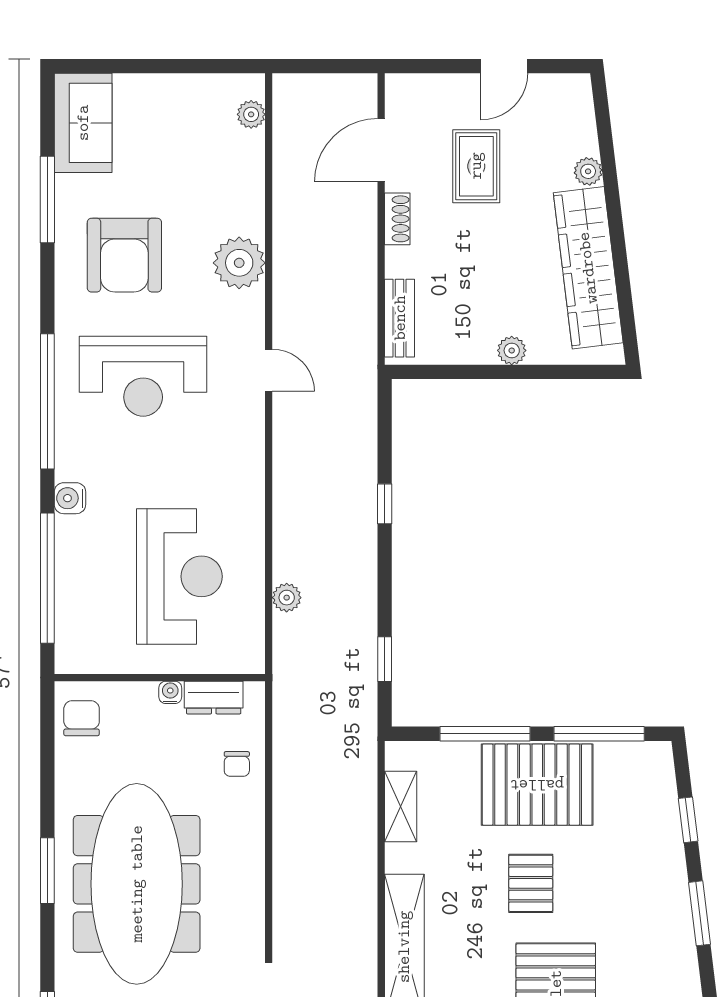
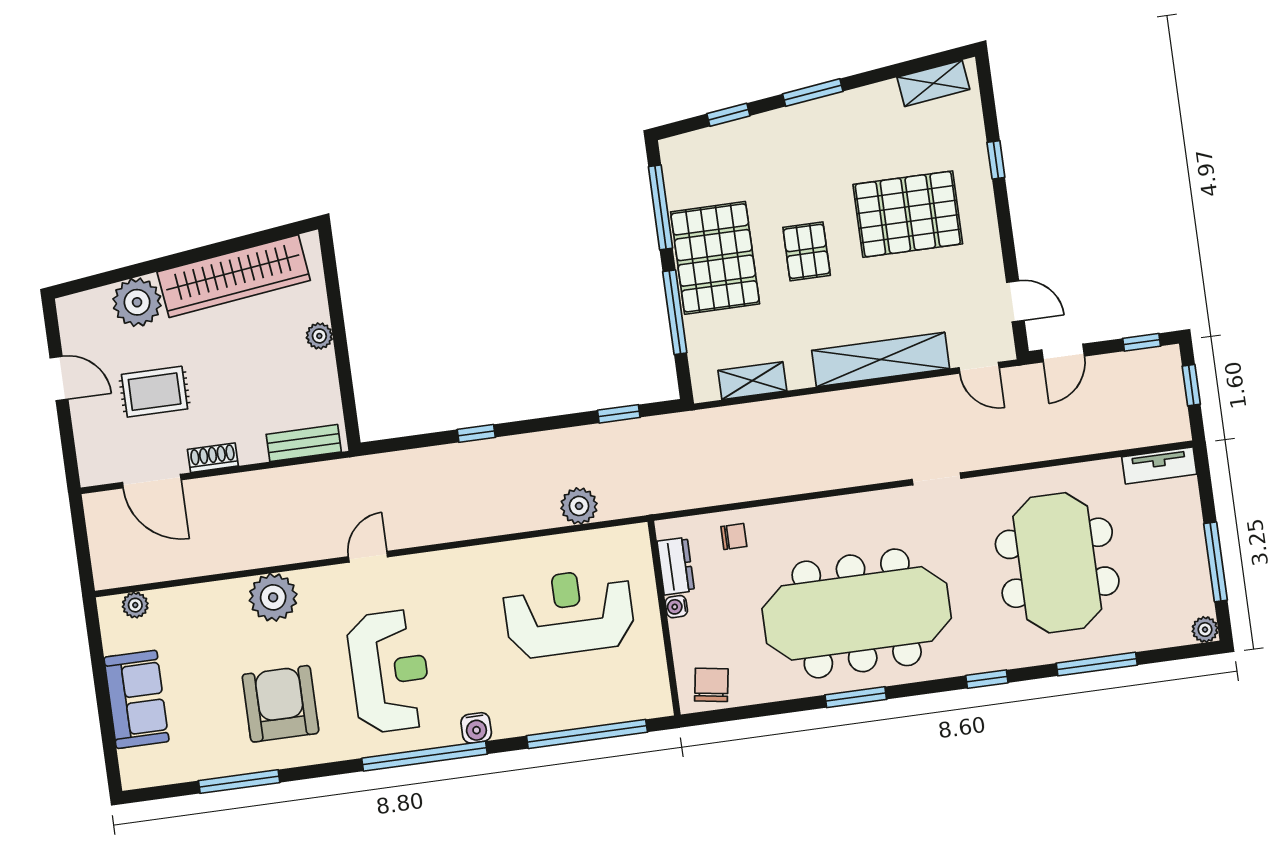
sofa: (83, 123) -> (137, 699), moved, turned 90
plant: (588, 171) -> (137, 302), width x1.88, depth x1.88
armchair: (124, 255) -> (280, 704), turned -90
water cooler: (70, 498) -> (476, 728), moved
plant: (287, 598) -> (579, 506), width x1.38, depth x1.38
chair: (82, 718) -> (711, 685), turned 99
pallet: (531, 883) -> (807, 251), turned 90

